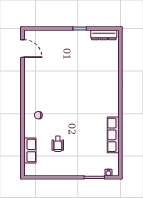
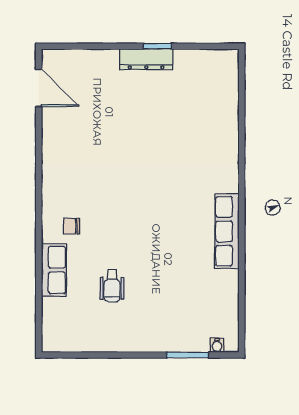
dresser: (104, 35) -> (146, 59), moved
row of seats: (113, 135) -> (227, 231), moved
row of seats: (30, 151) -> (54, 270), moved

